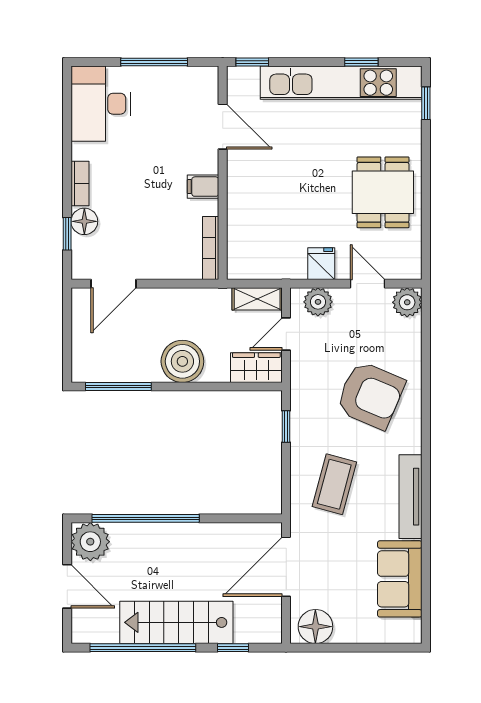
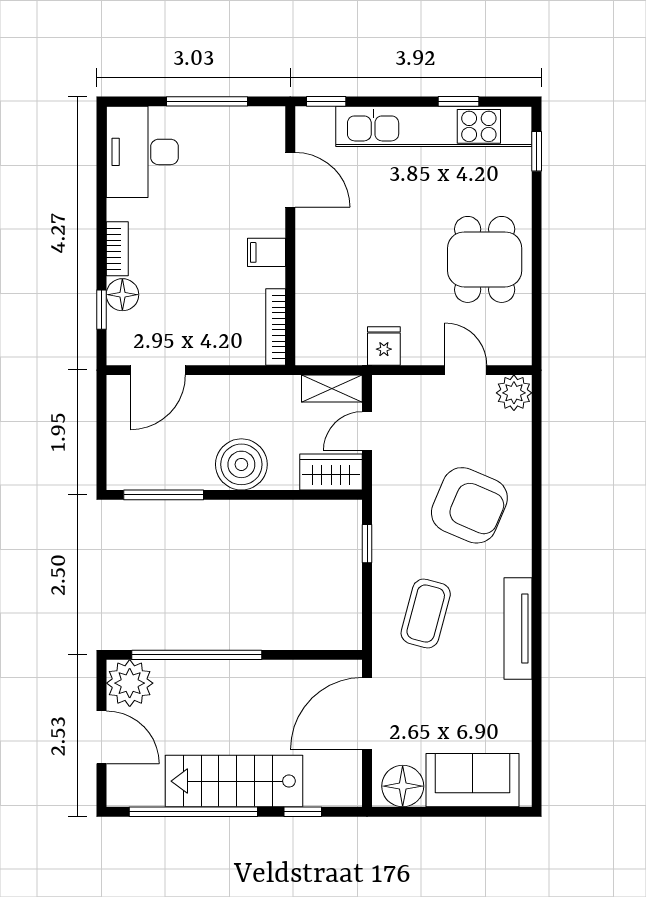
fridge: (321, 264) -> (384, 346), moved
plant: (318, 302) -> (406, 392), removed
sofa: (400, 579) -> (473, 780), moved, turned 90

